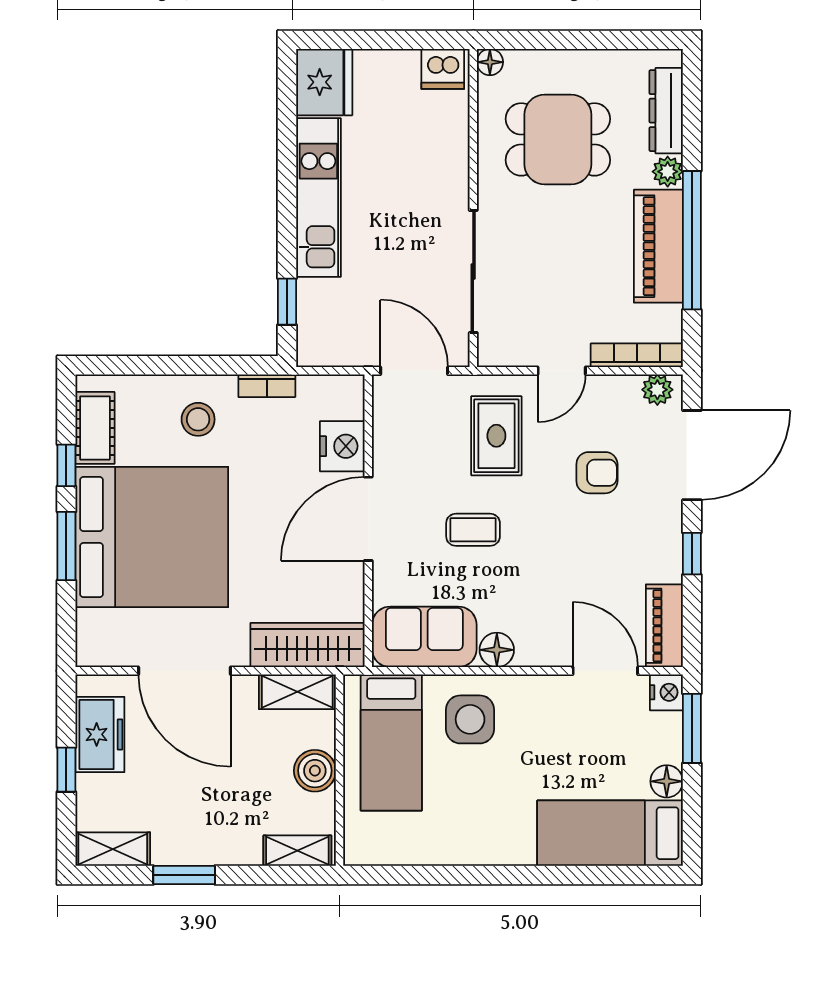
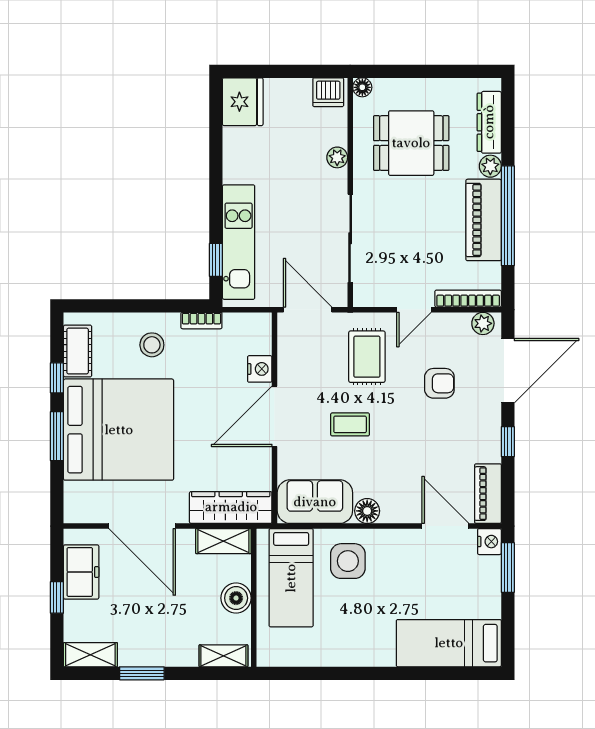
plant: (455, 159) -> (337, 157), added
kitchen unit: (318, 198) -> (239, 242), moved
nightstand: (342, 446) -> (260, 369), width x0.74, depth x0.75
floor lamp: (667, 781) -> (490, 606), removed

